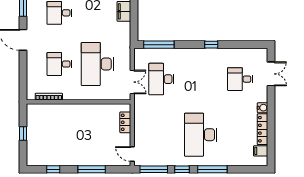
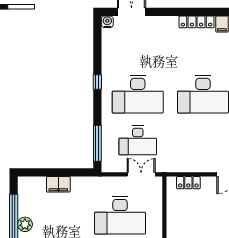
desk: (240, 79) -> (138, 94), moved, width x1.87, depth x1.30
water cooler: (263, 108) -> (107, 22), moved

